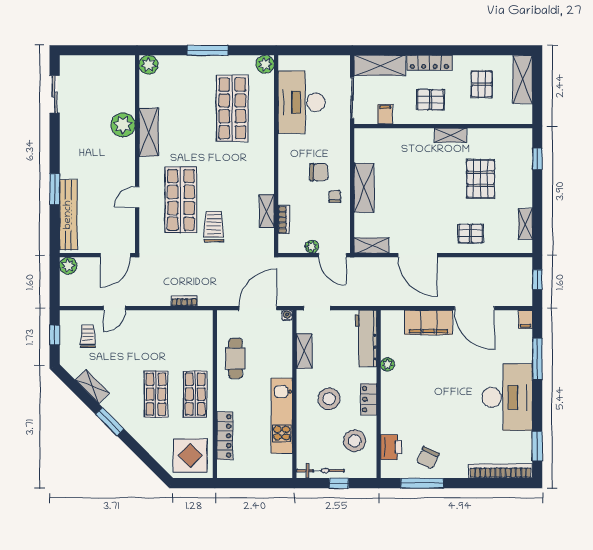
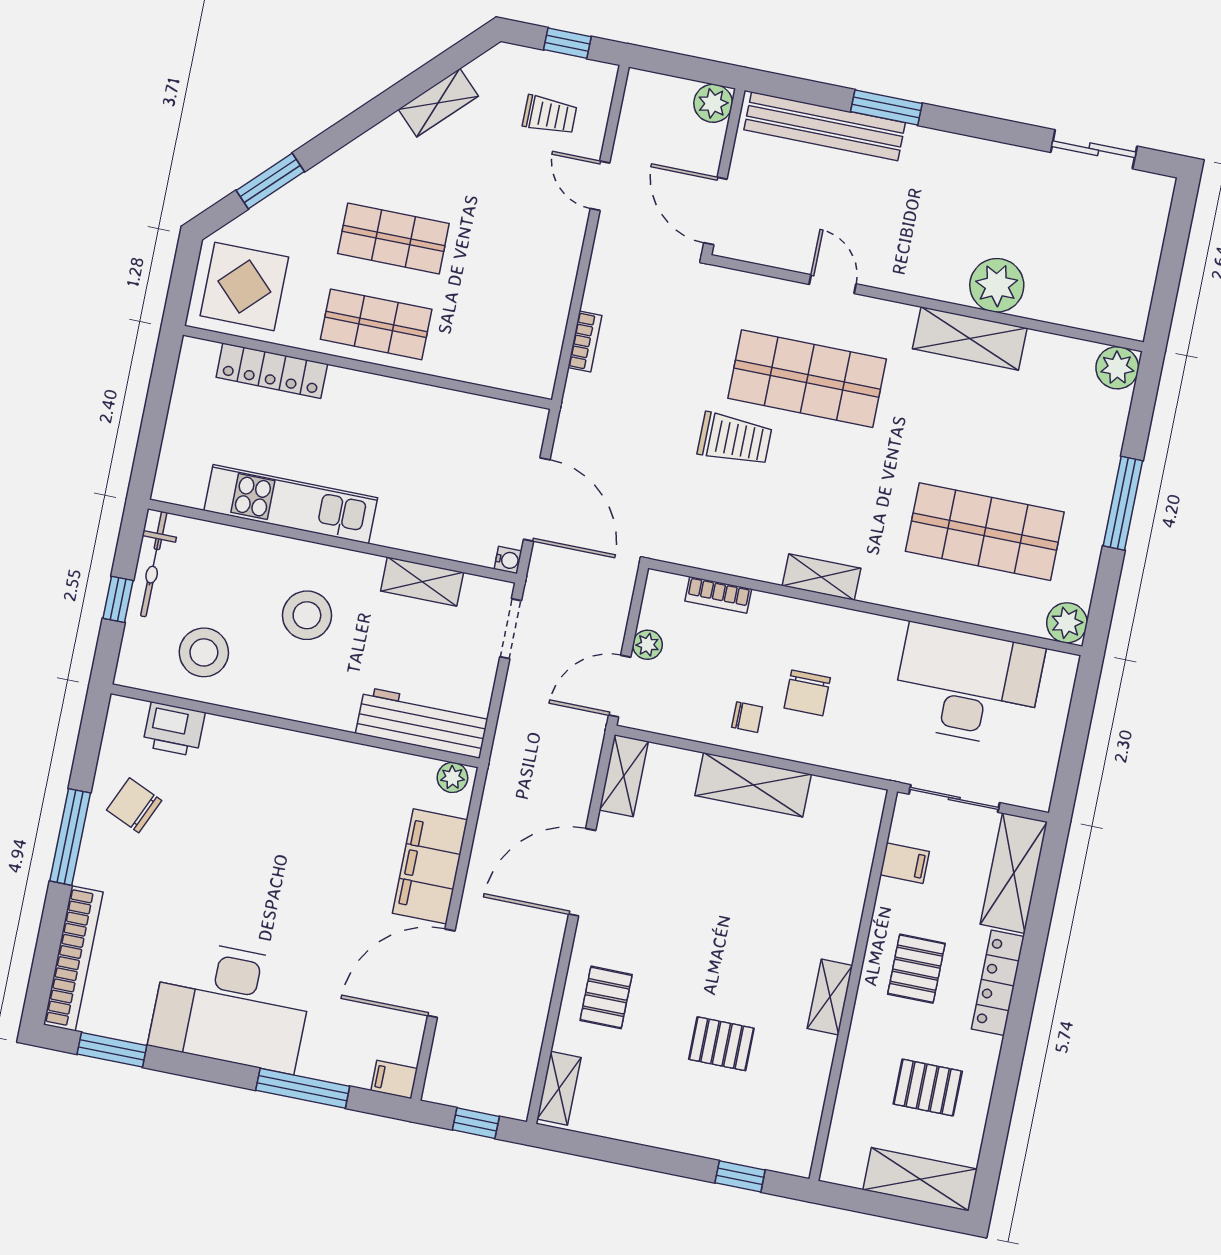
pallet: (481, 179) -> (721, 1044), width x0.67, depth x0.71
shelving: (267, 211) -> (822, 577), moved
shelving: (525, 224) -> (559, 1088), moved, turned 90
cafe table: (235, 358) -> (437, 428), removed
plant: (387, 364) -> (452, 777), moved
locker: (369, 399) -> (289, 702), removed
window: (110, 422) -> (270, 181), moved
window: (422, 483) -> (70, 837), moved

